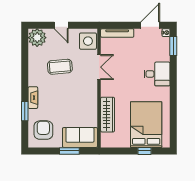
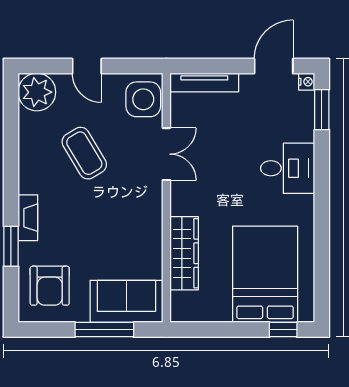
coffee table: (60, 67) -> (84, 153), turned 64
armchair: (43, 130) -> (50, 286), turned 180
window: (69, 151) -> (104, 330), width x1.44
window: (144, 151) -> (283, 330), moved

